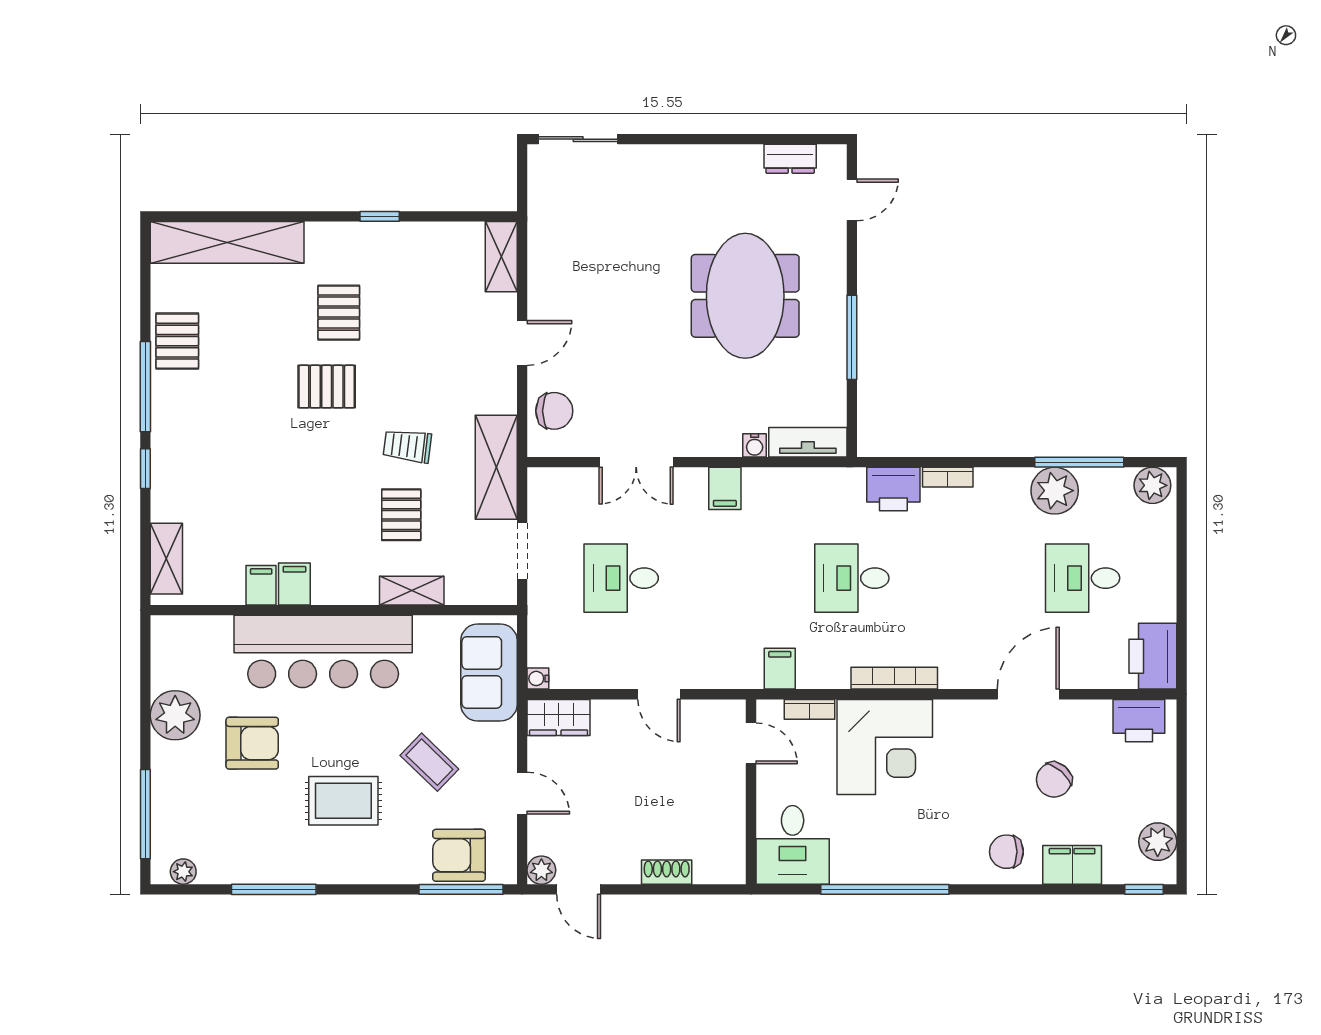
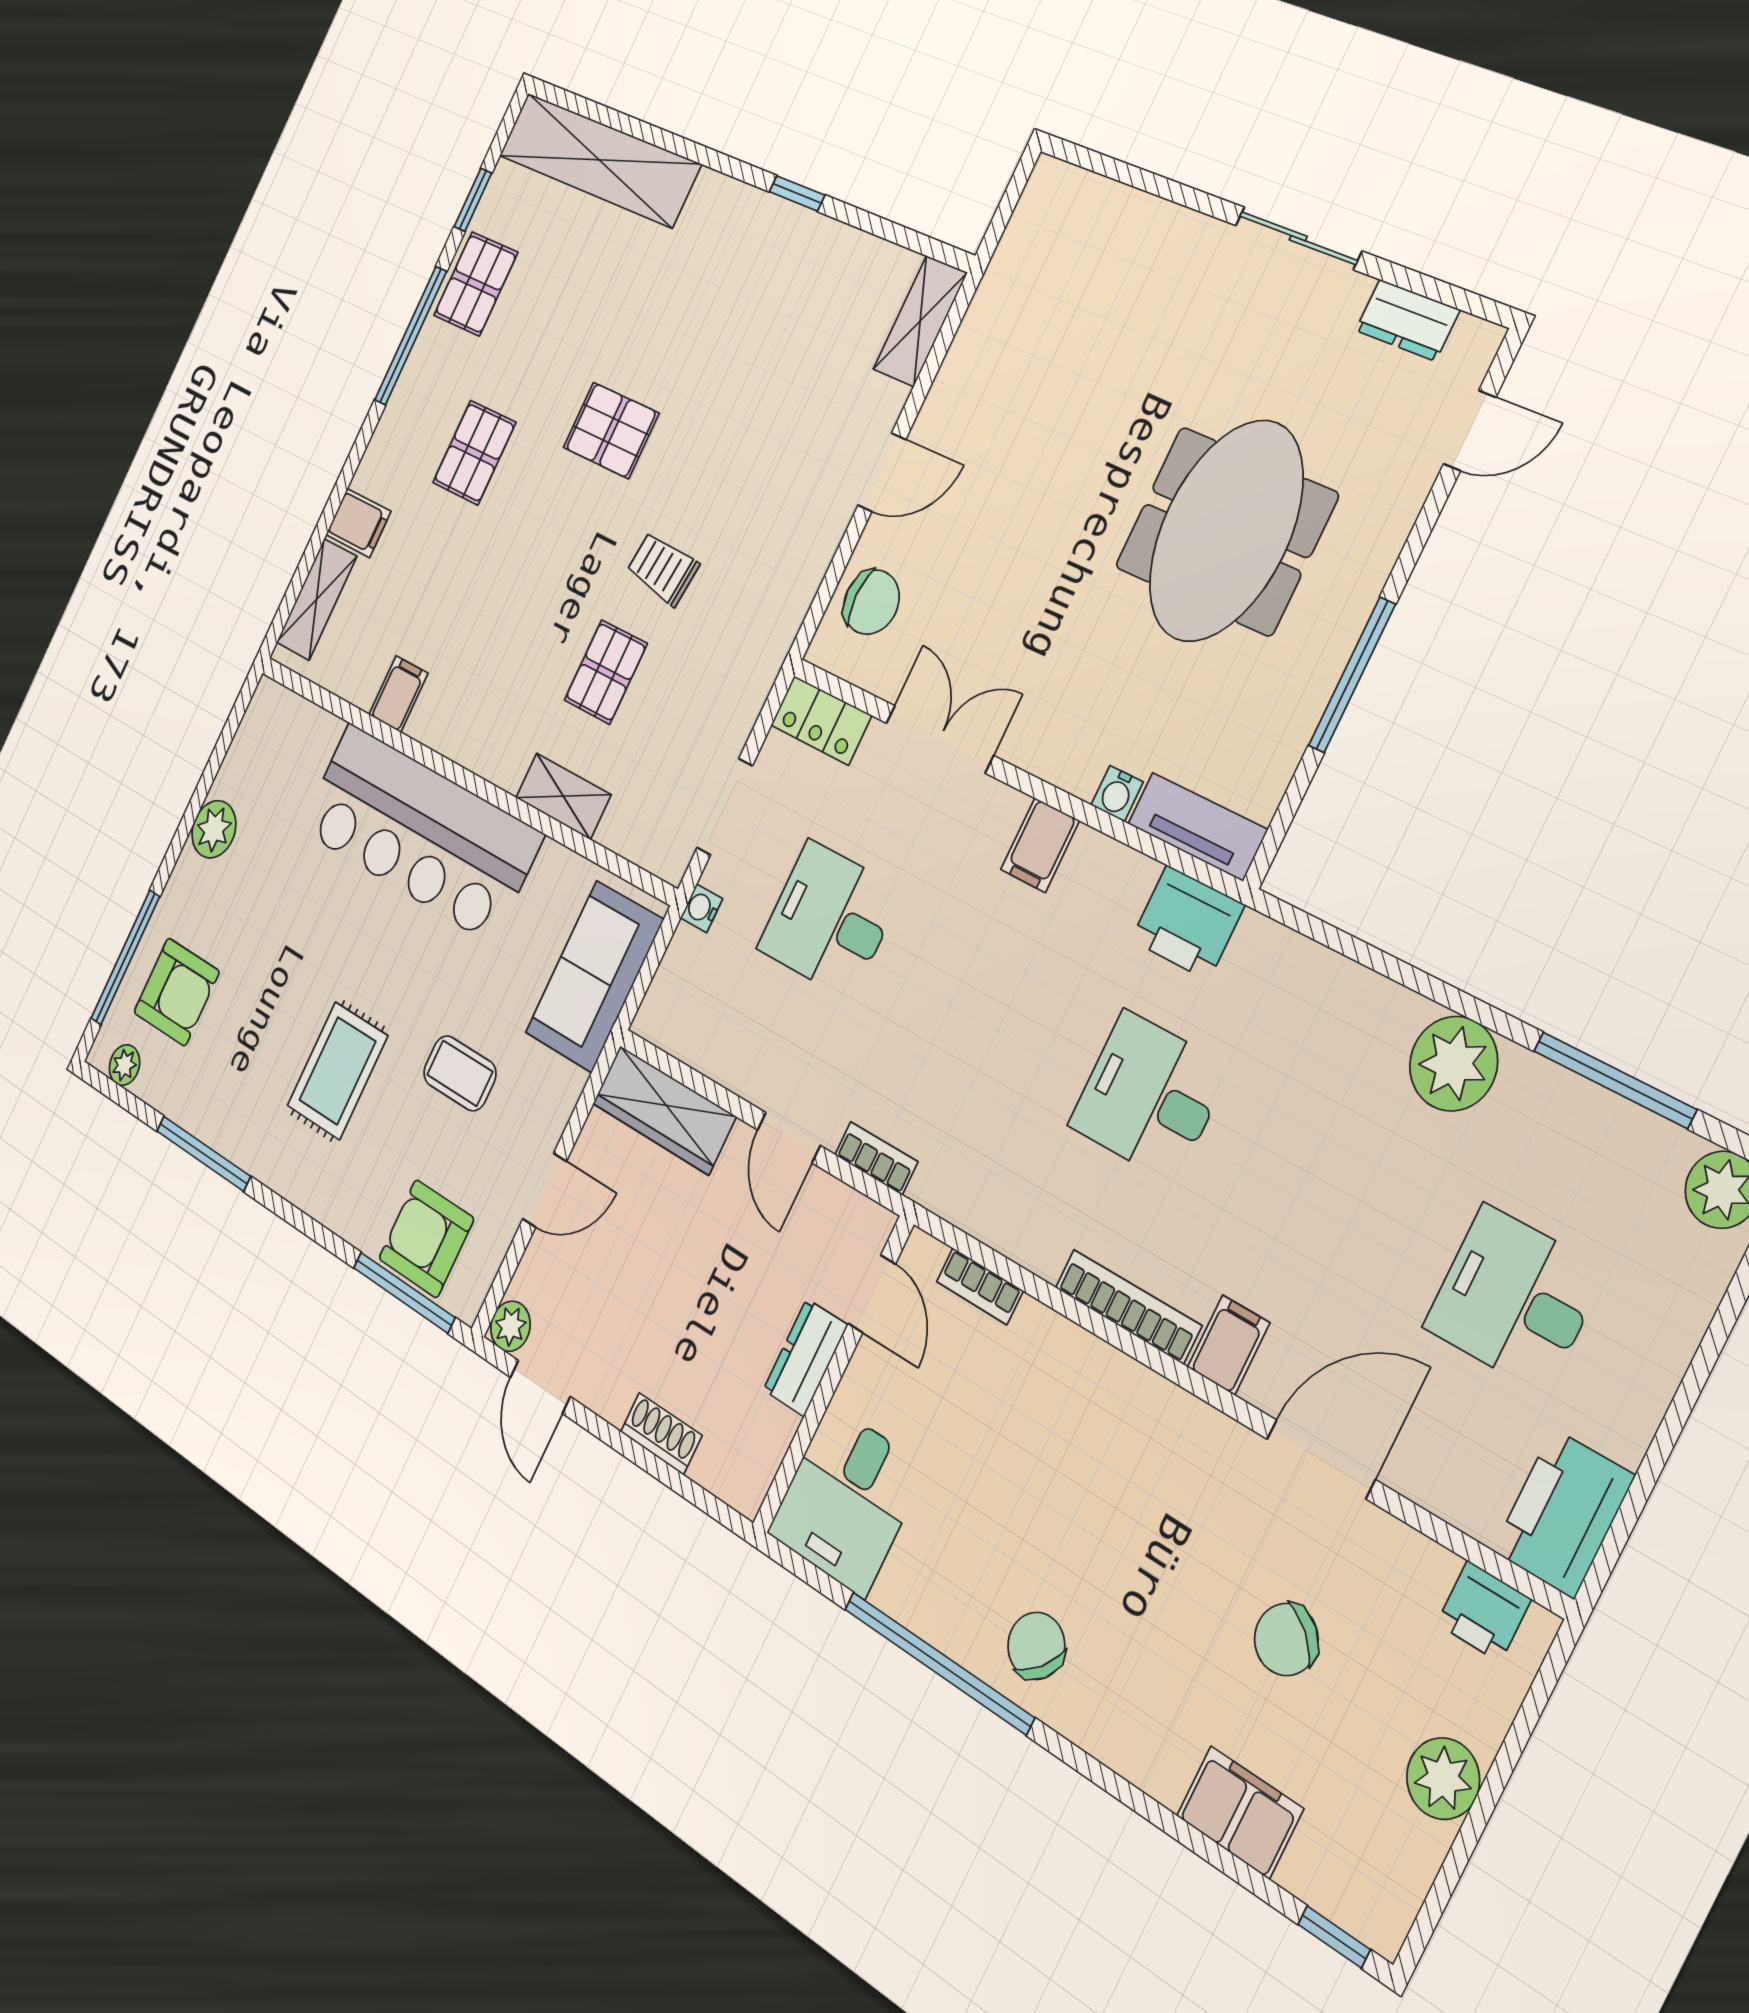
sliding door: (578, 139) -> (1298, 238), moved
pallet: (339, 313) -> (474, 453), moved
double door: (636, 462) -> (939, 739), swing flipped
shelving: (496, 467) -> (755, 656), removed
window: (145, 469) -> (473, 200), moved
bookcase: (948, 477) -> (876, 1158), moved, turned 180
locker: (558, 482) -> (821, 720), added
printer: (893, 489) -> (1188, 923), moved
plant: (1055, 491) -> (1453, 1064), moved
filing cabinet: (294, 584) -> (358, 523), moved, turned 90
filing cabinet: (780, 669) -> (1229, 1345), moved
water cooler: (538, 678) -> (702, 908), moved
plant: (175, 715) -> (214, 829), width x0.73, depth x0.73
wardrobe: (559, 717) -> (664, 1110), width x1.50
printer: (1139, 721) -> (1484, 1611), width x0.73, depth x0.81
armchair: (252, 743) -> (177, 992), moved
corner desk: (885, 747) -> (1057, 1417), removed
coffee table: (429, 762) -> (460, 1073), turned -44
dresser: (730, 792) -> (805, 1357), added
door: (522, 793) -> (545, 1190), hinge flipped
rug: (343, 801) -> (337, 1071), turned 90
plant: (1158, 842) -> (1443, 1779), moved
chair: (1006, 852) -> (1036, 1646), moved, turned 42

